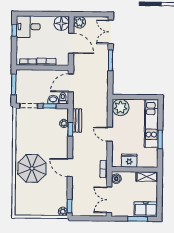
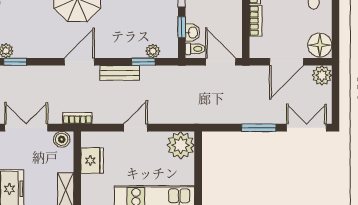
bench: (77, 120) -> (120, 73), moved

